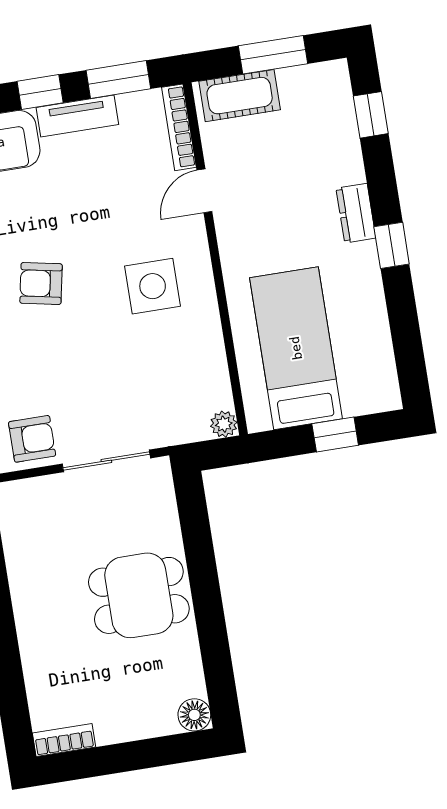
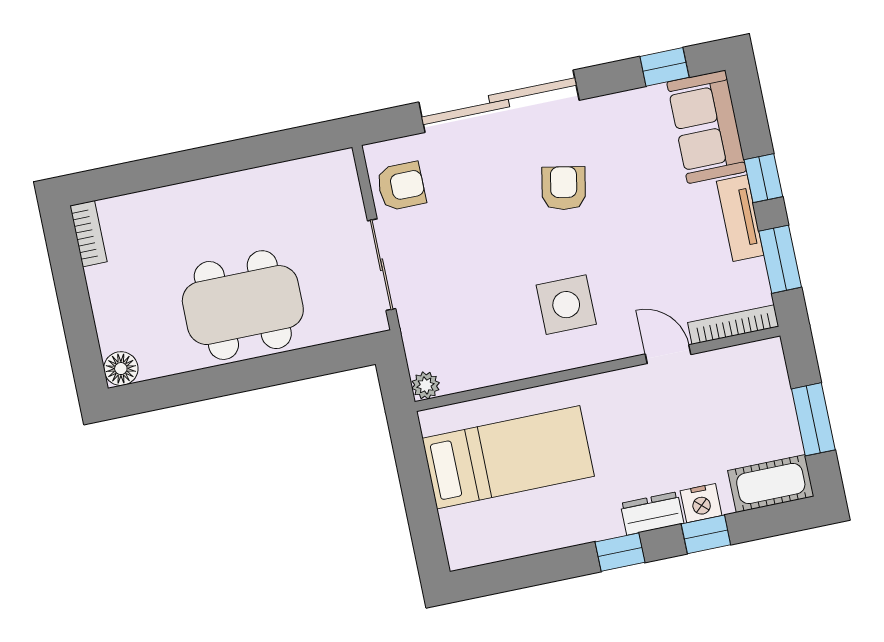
cot: (240, 96) -> (771, 484), moved, turned 90
window: (371, 115) -> (706, 534), moved
nightstand: (348, 166) -> (701, 503), added
window: (335, 435) -> (420, 502), removed
armchair: (32, 439) -> (401, 186), turned -90
dining table: (139, 595) -> (243, 305), width x1.37

